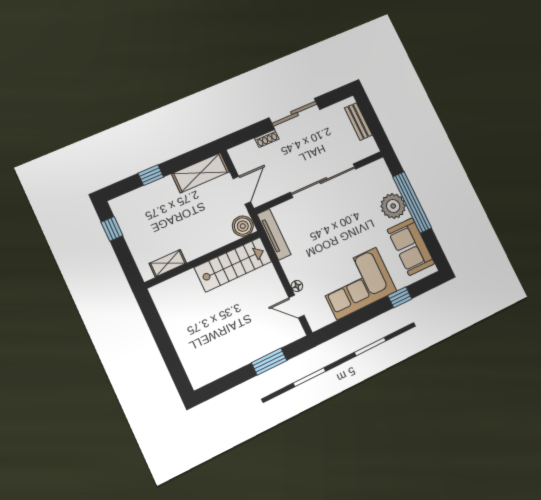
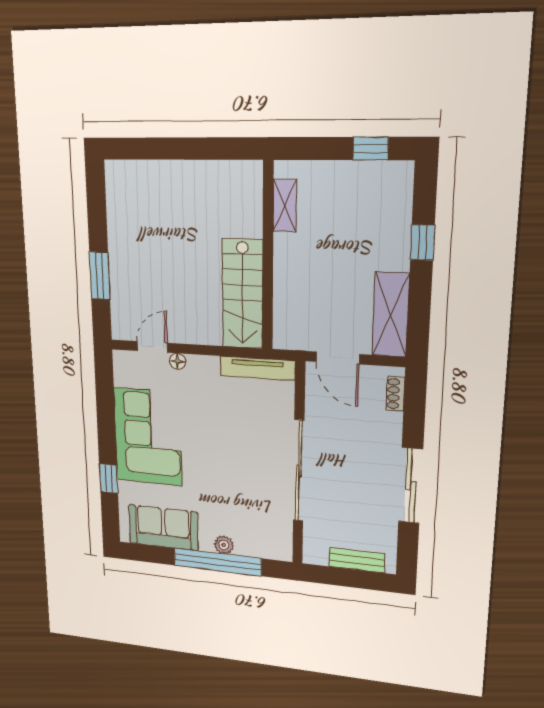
shoe rack: (267, 139) -> (396, 394), moved
plant: (393, 206) -> (224, 545), width x0.53, depth x0.53
boiler: (243, 226) -> (288, 333), removed

